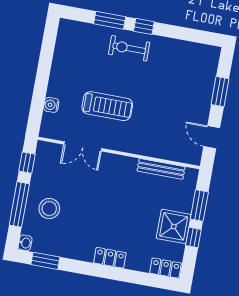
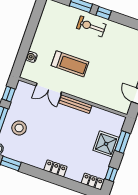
bench: (161, 169) -> (75, 104), moved
shower: (174, 226) -> (106, 144), moved
window: (193, 237) -> (111, 174), moved

